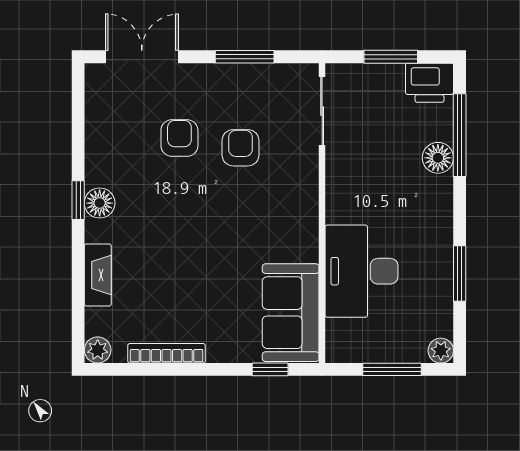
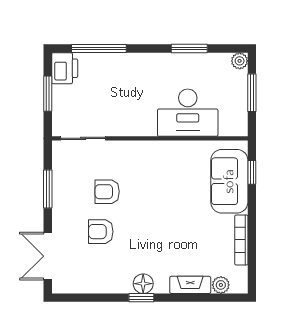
floor lamp: (438, 158) -> (114, 63), removed
sofa: (291, 313) -> (229, 181), moved, turned 90
plant: (98, 350) -> (221, 285), moved

